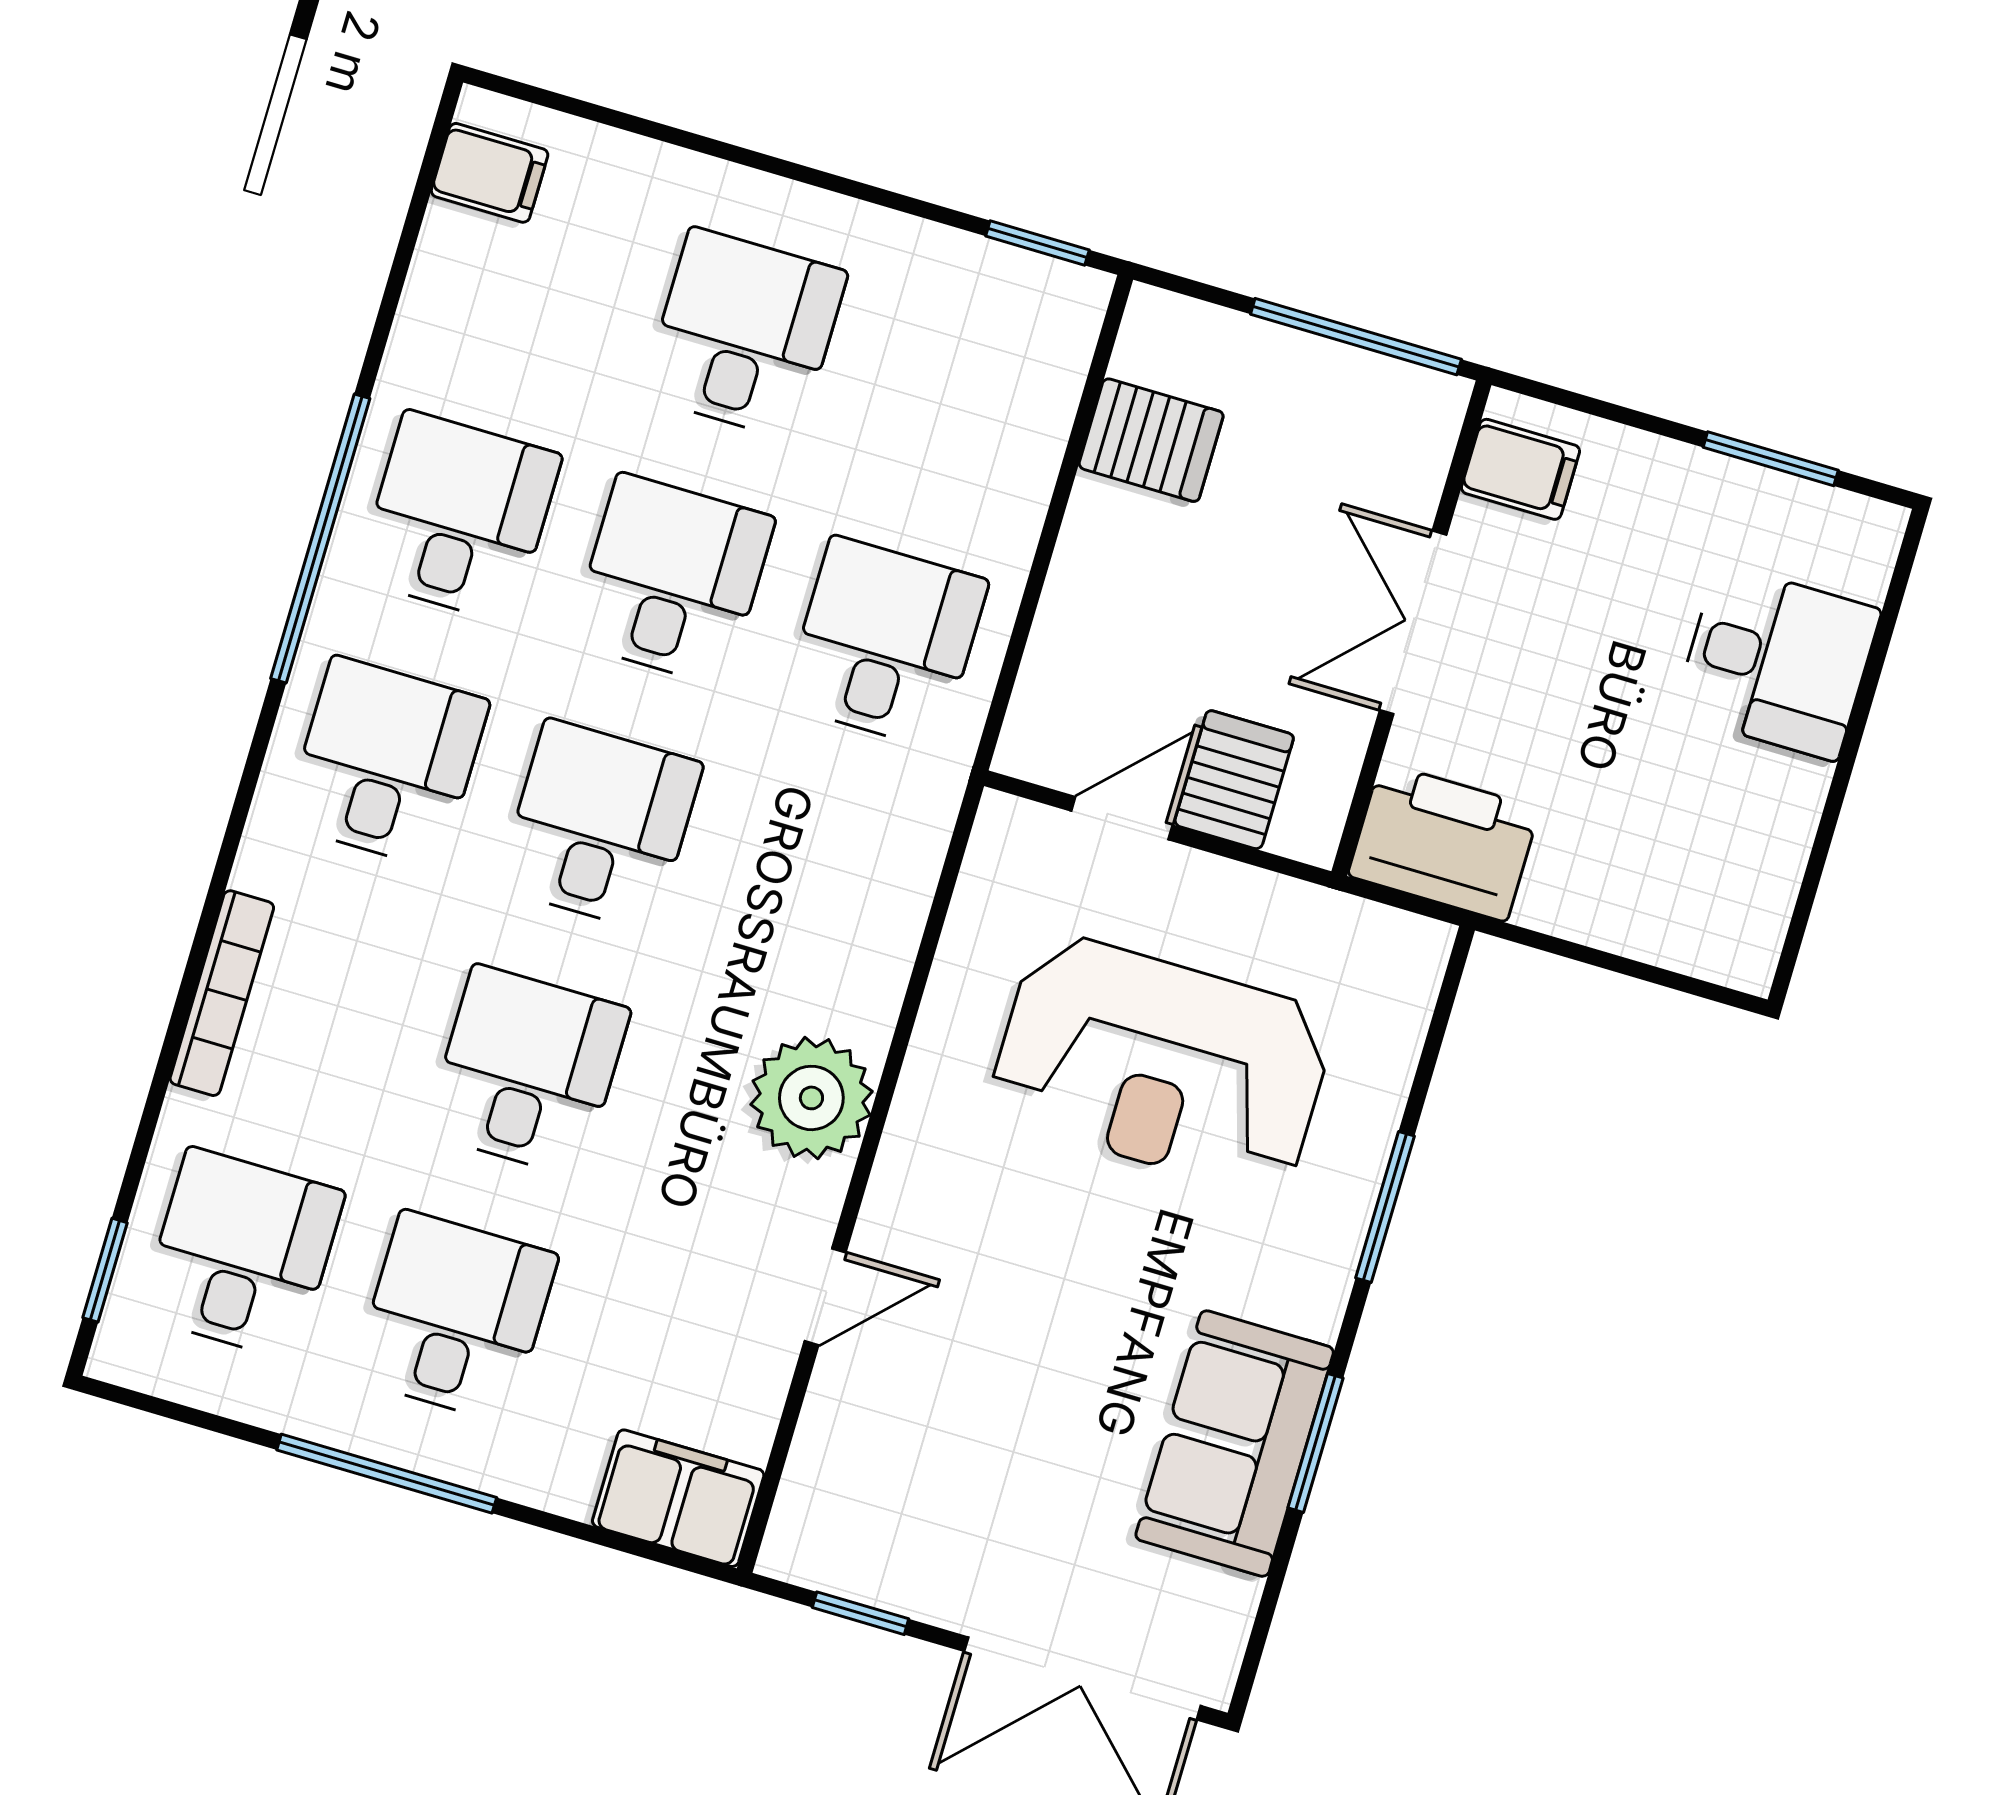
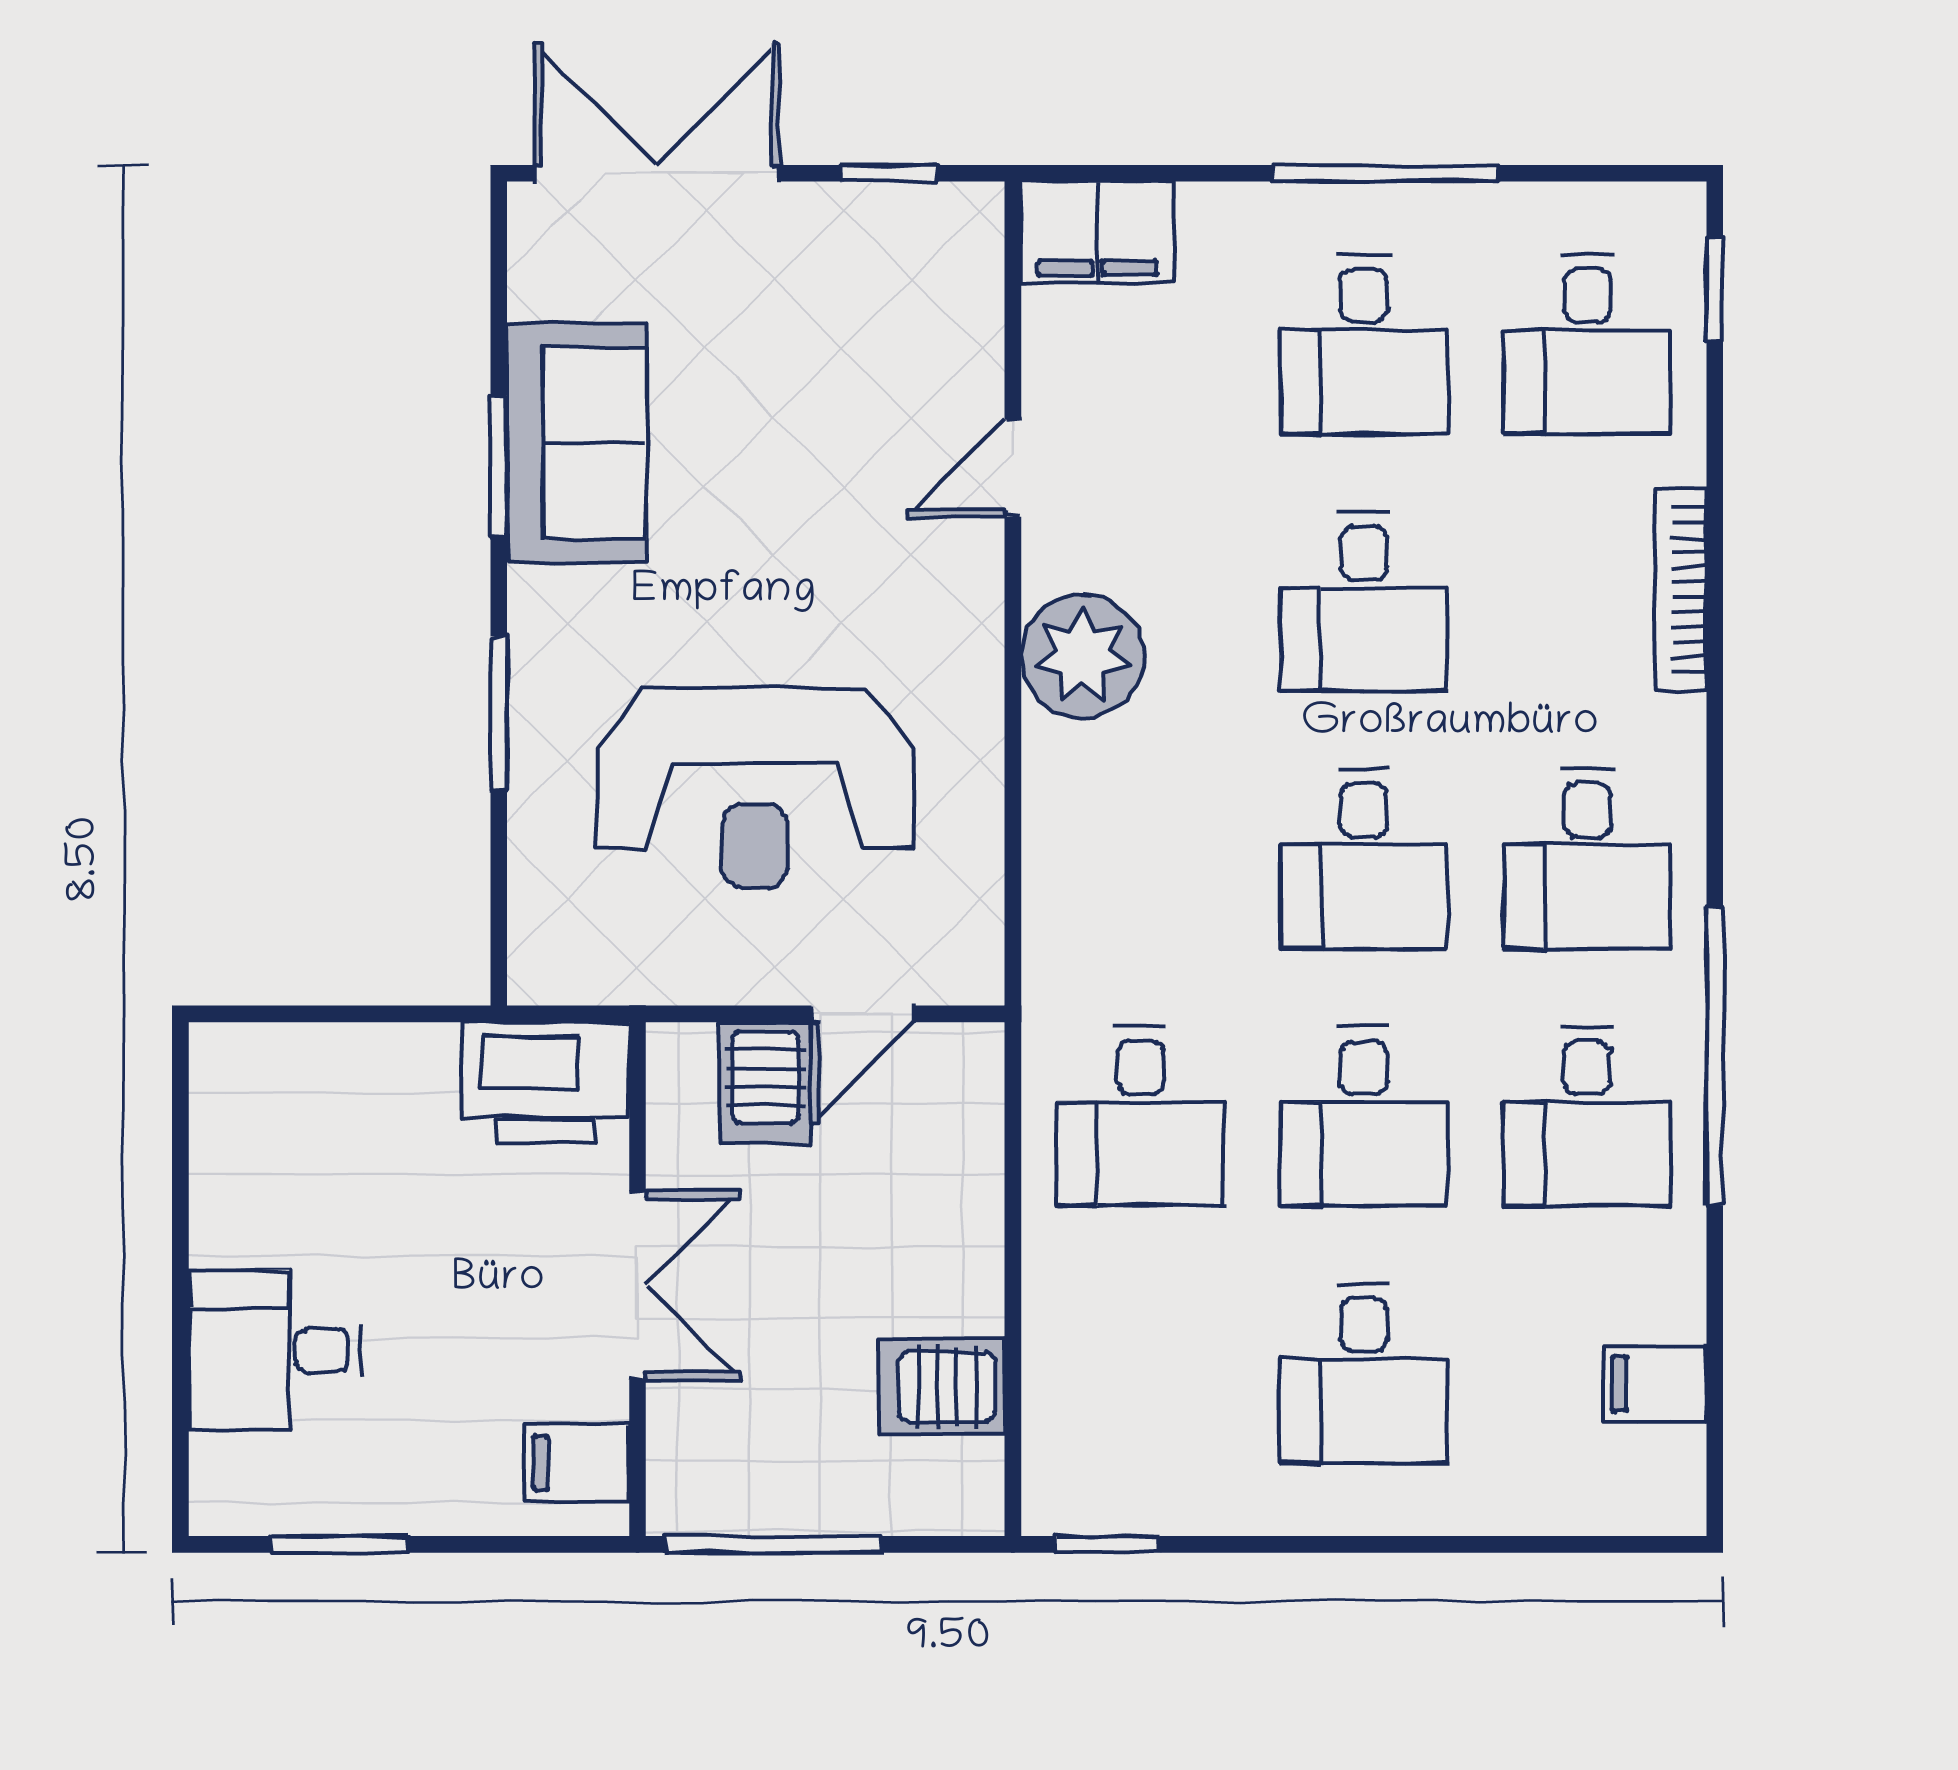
filing cabinet: (490, 173) -> (1655, 1384), moved
reception desk: (1161, 1064) -> (755, 788), turned 180

